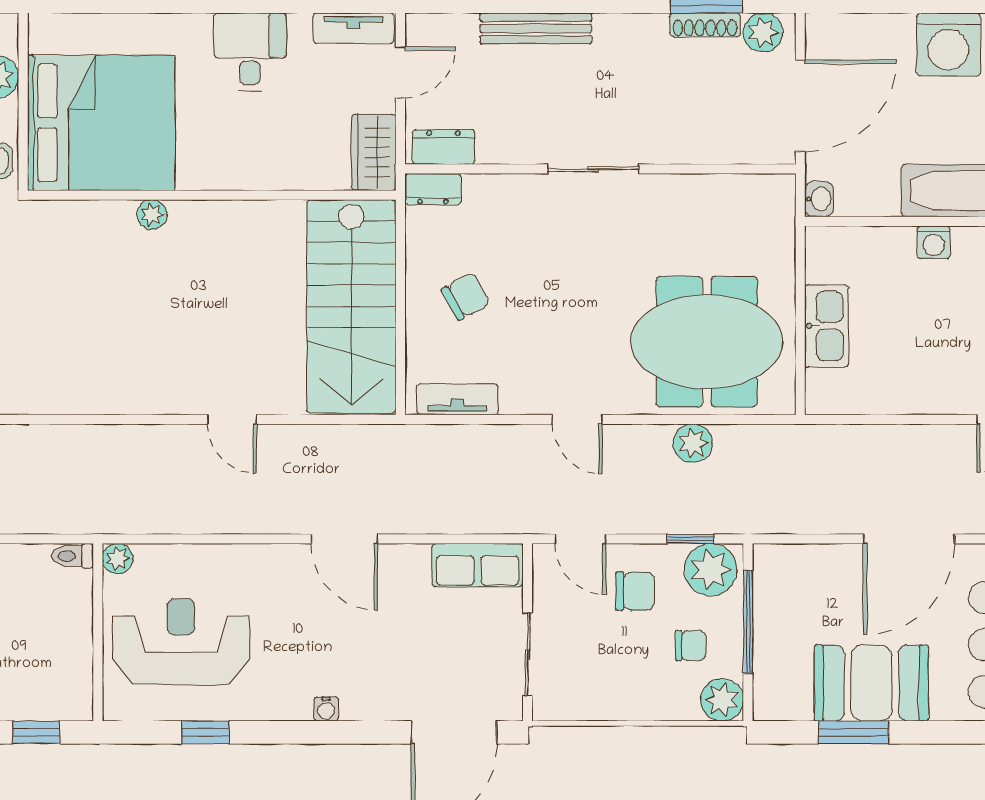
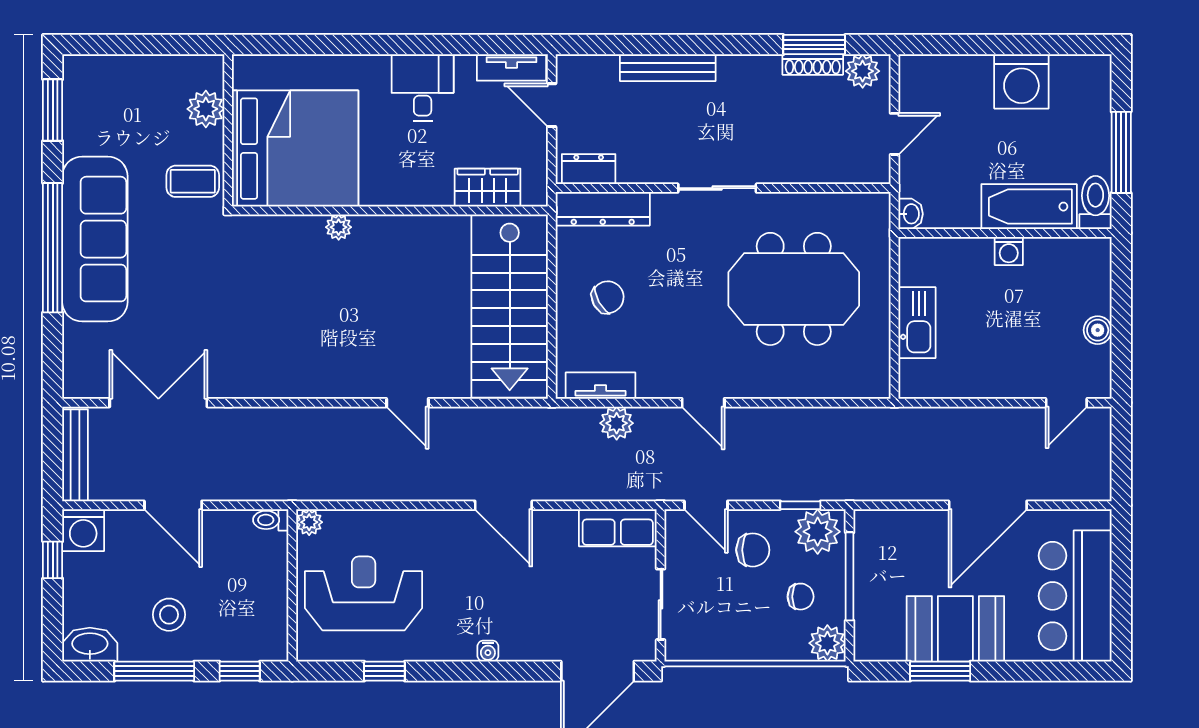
door: (400, 72) -> (552, 105), swing flipped
door: (800, 106) -> (894, 134), width x0.53
wardrobe: (374, 152) -> (488, 188), moved, turned 90
dresser: (433, 189) -> (603, 209), width x1.96, depth x1.24
meeting table: (707, 342) -> (794, 289), moved
plant: (693, 443) -> (617, 423), moved

